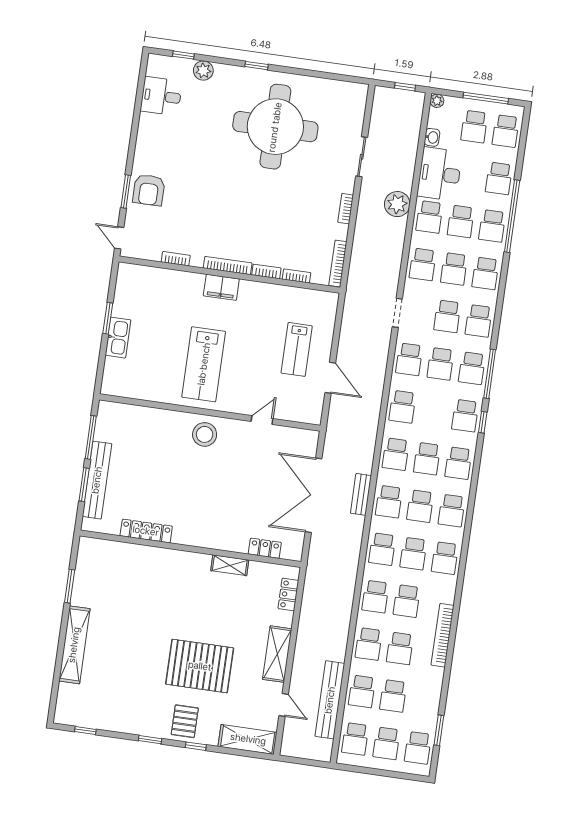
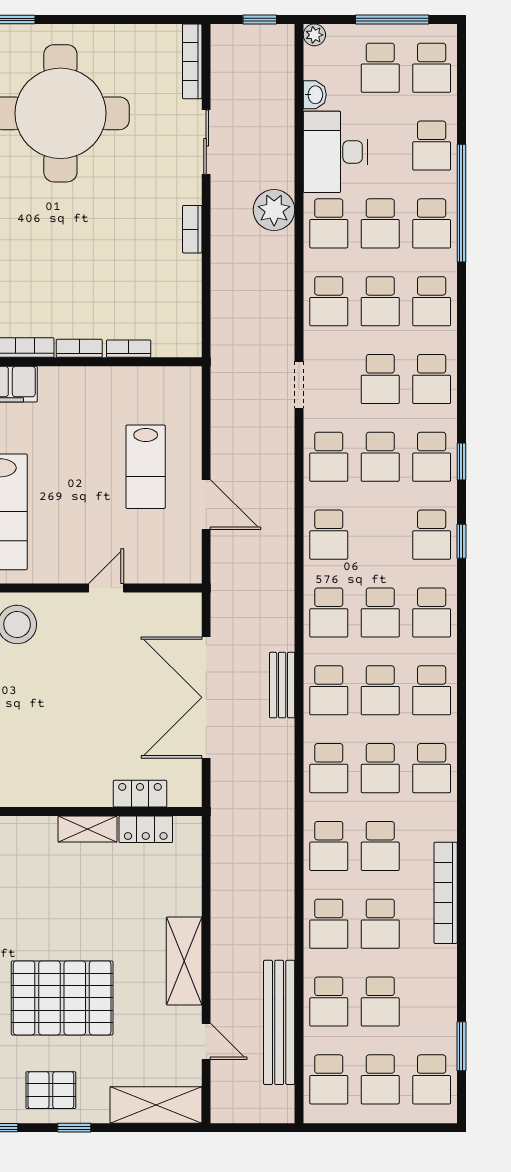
bookcase: (338, 264) -> (192, 61), moved
window: (490, 374) -> (461, 462), width x0.46
locker: (288, 594) -> (146, 829), moved, turned -90
pallet: (185, 721) -> (51, 1090), turned 90

